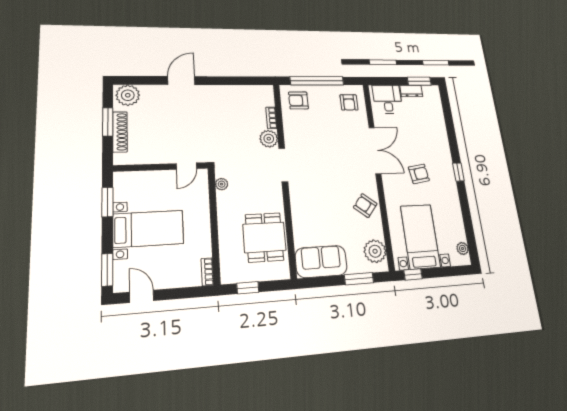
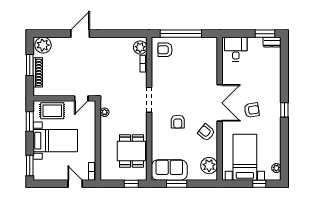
dresser: (411, 91) -> (272, 42), moved
armchair: (349, 102) -> (178, 122), moved
plant: (269, 139) -> (140, 47), moved
double door: (375, 150) -> (220, 103), moved
rug: (143, 185) -> (52, 111), added
window: (413, 274) -> (259, 184), moved
window: (359, 279) -> (177, 184), moved
window: (248, 288) -> (131, 184), moved
door: (142, 296) -> (75, 184), moved

